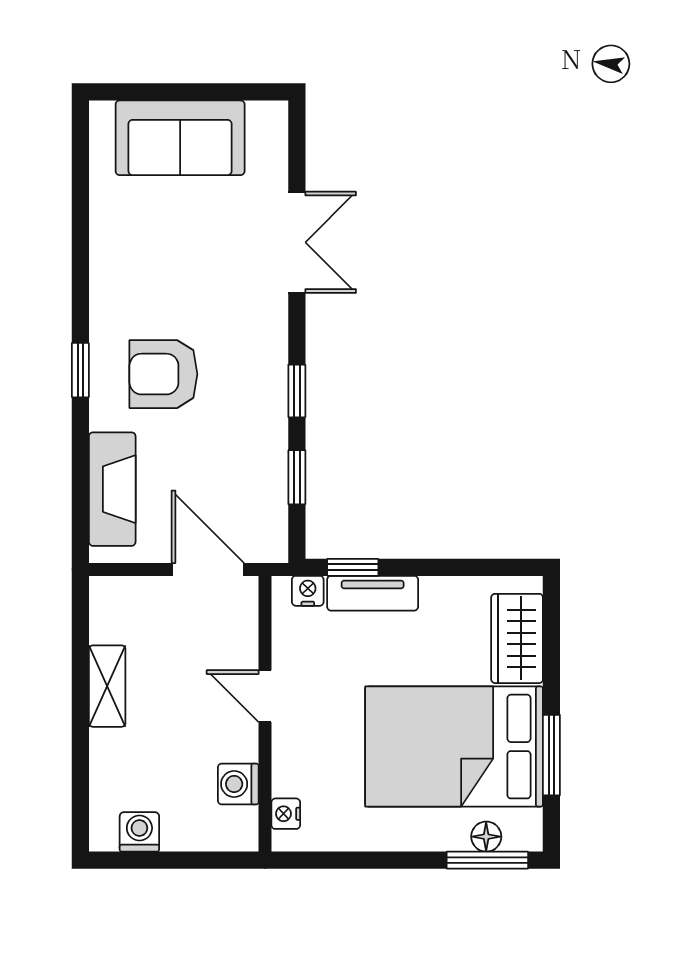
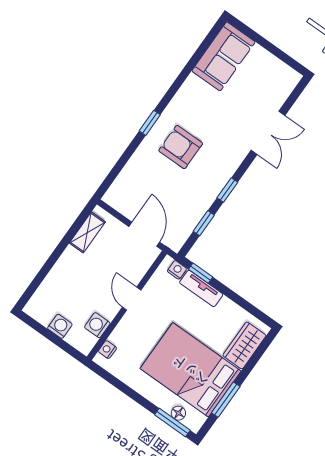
sofa: (180, 138) -> (223, 56), moved, turned -90
fireplace: (112, 489) -> (129, 177), removed
shelving: (107, 686) -> (87, 232), moved
washing machine: (139, 832) -> (60, 326), moved

